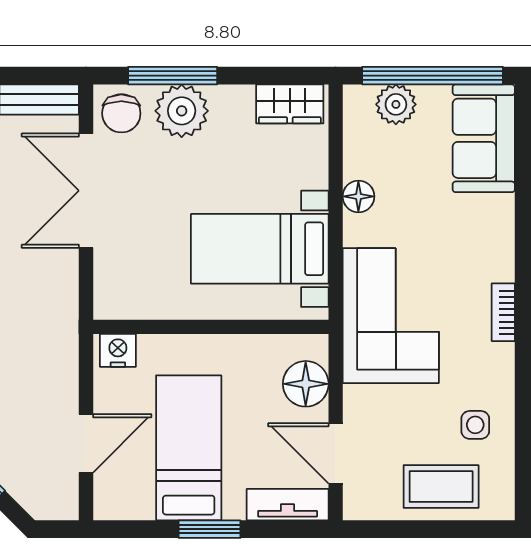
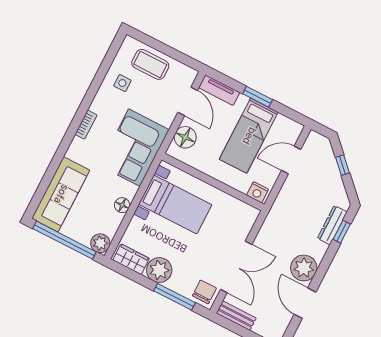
plant: (396, 104) -> (100, 243), moved
plant: (182, 111) -> (159, 270), moved
sofa: (484, 138) -> (61, 194), width x1.36

